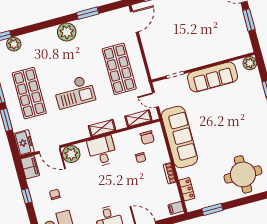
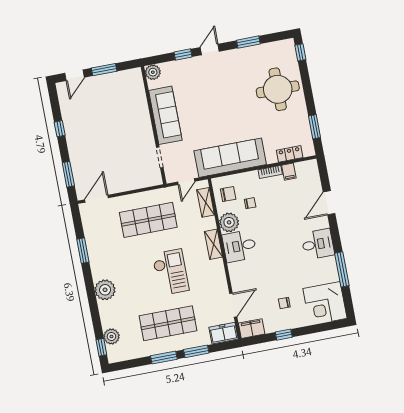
door: (134, 22) -> (96, 199), hinge flipped
plant: (67, 32) -> (105, 290), moved
plant: (71, 154) -> (229, 222), moved
filing cabinet: (176, 208) -> (289, 172), moved

